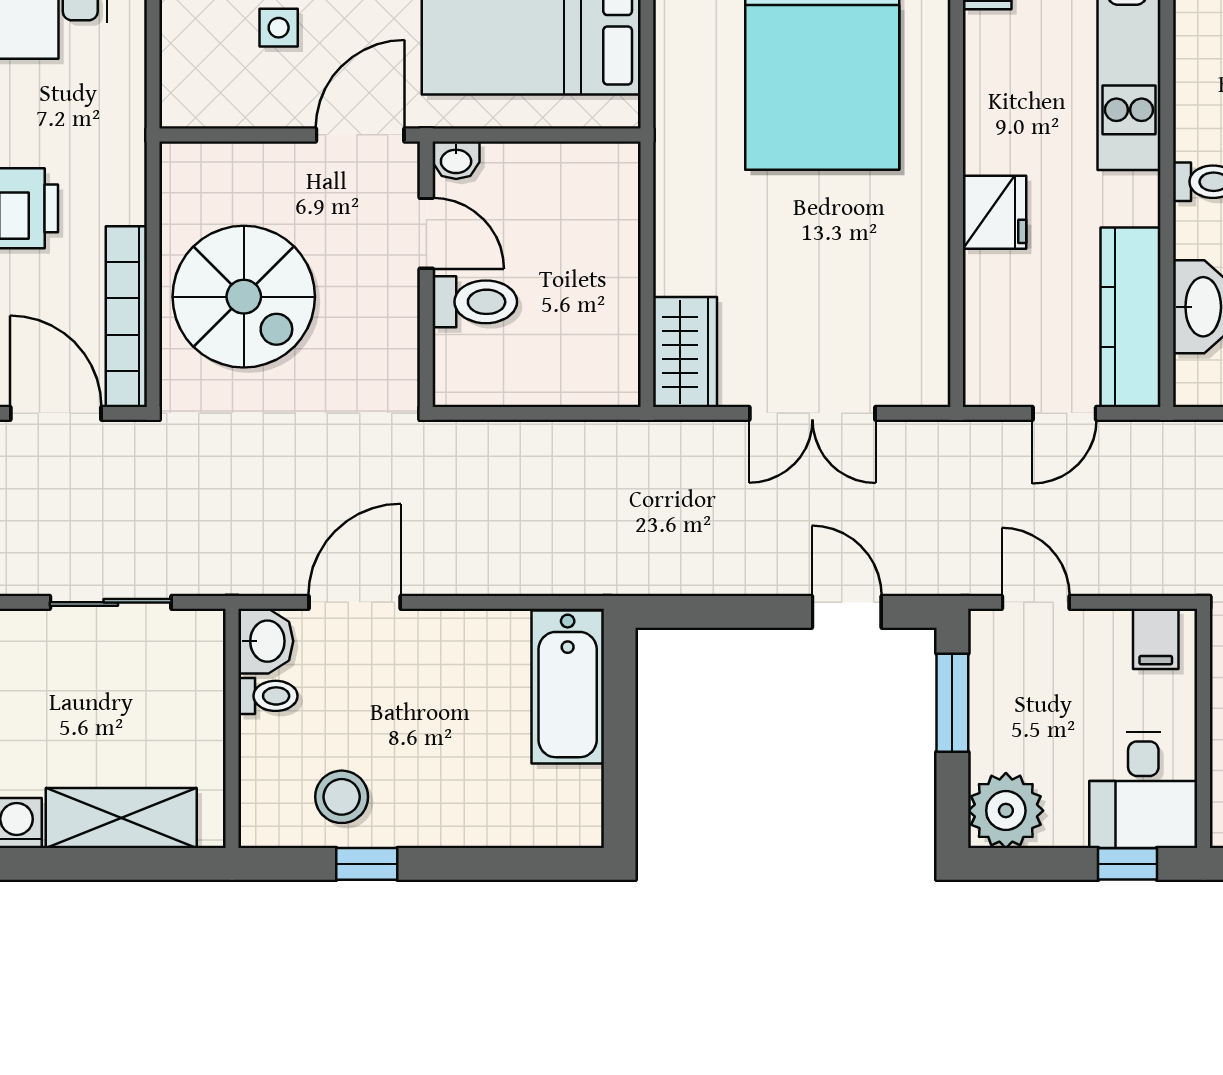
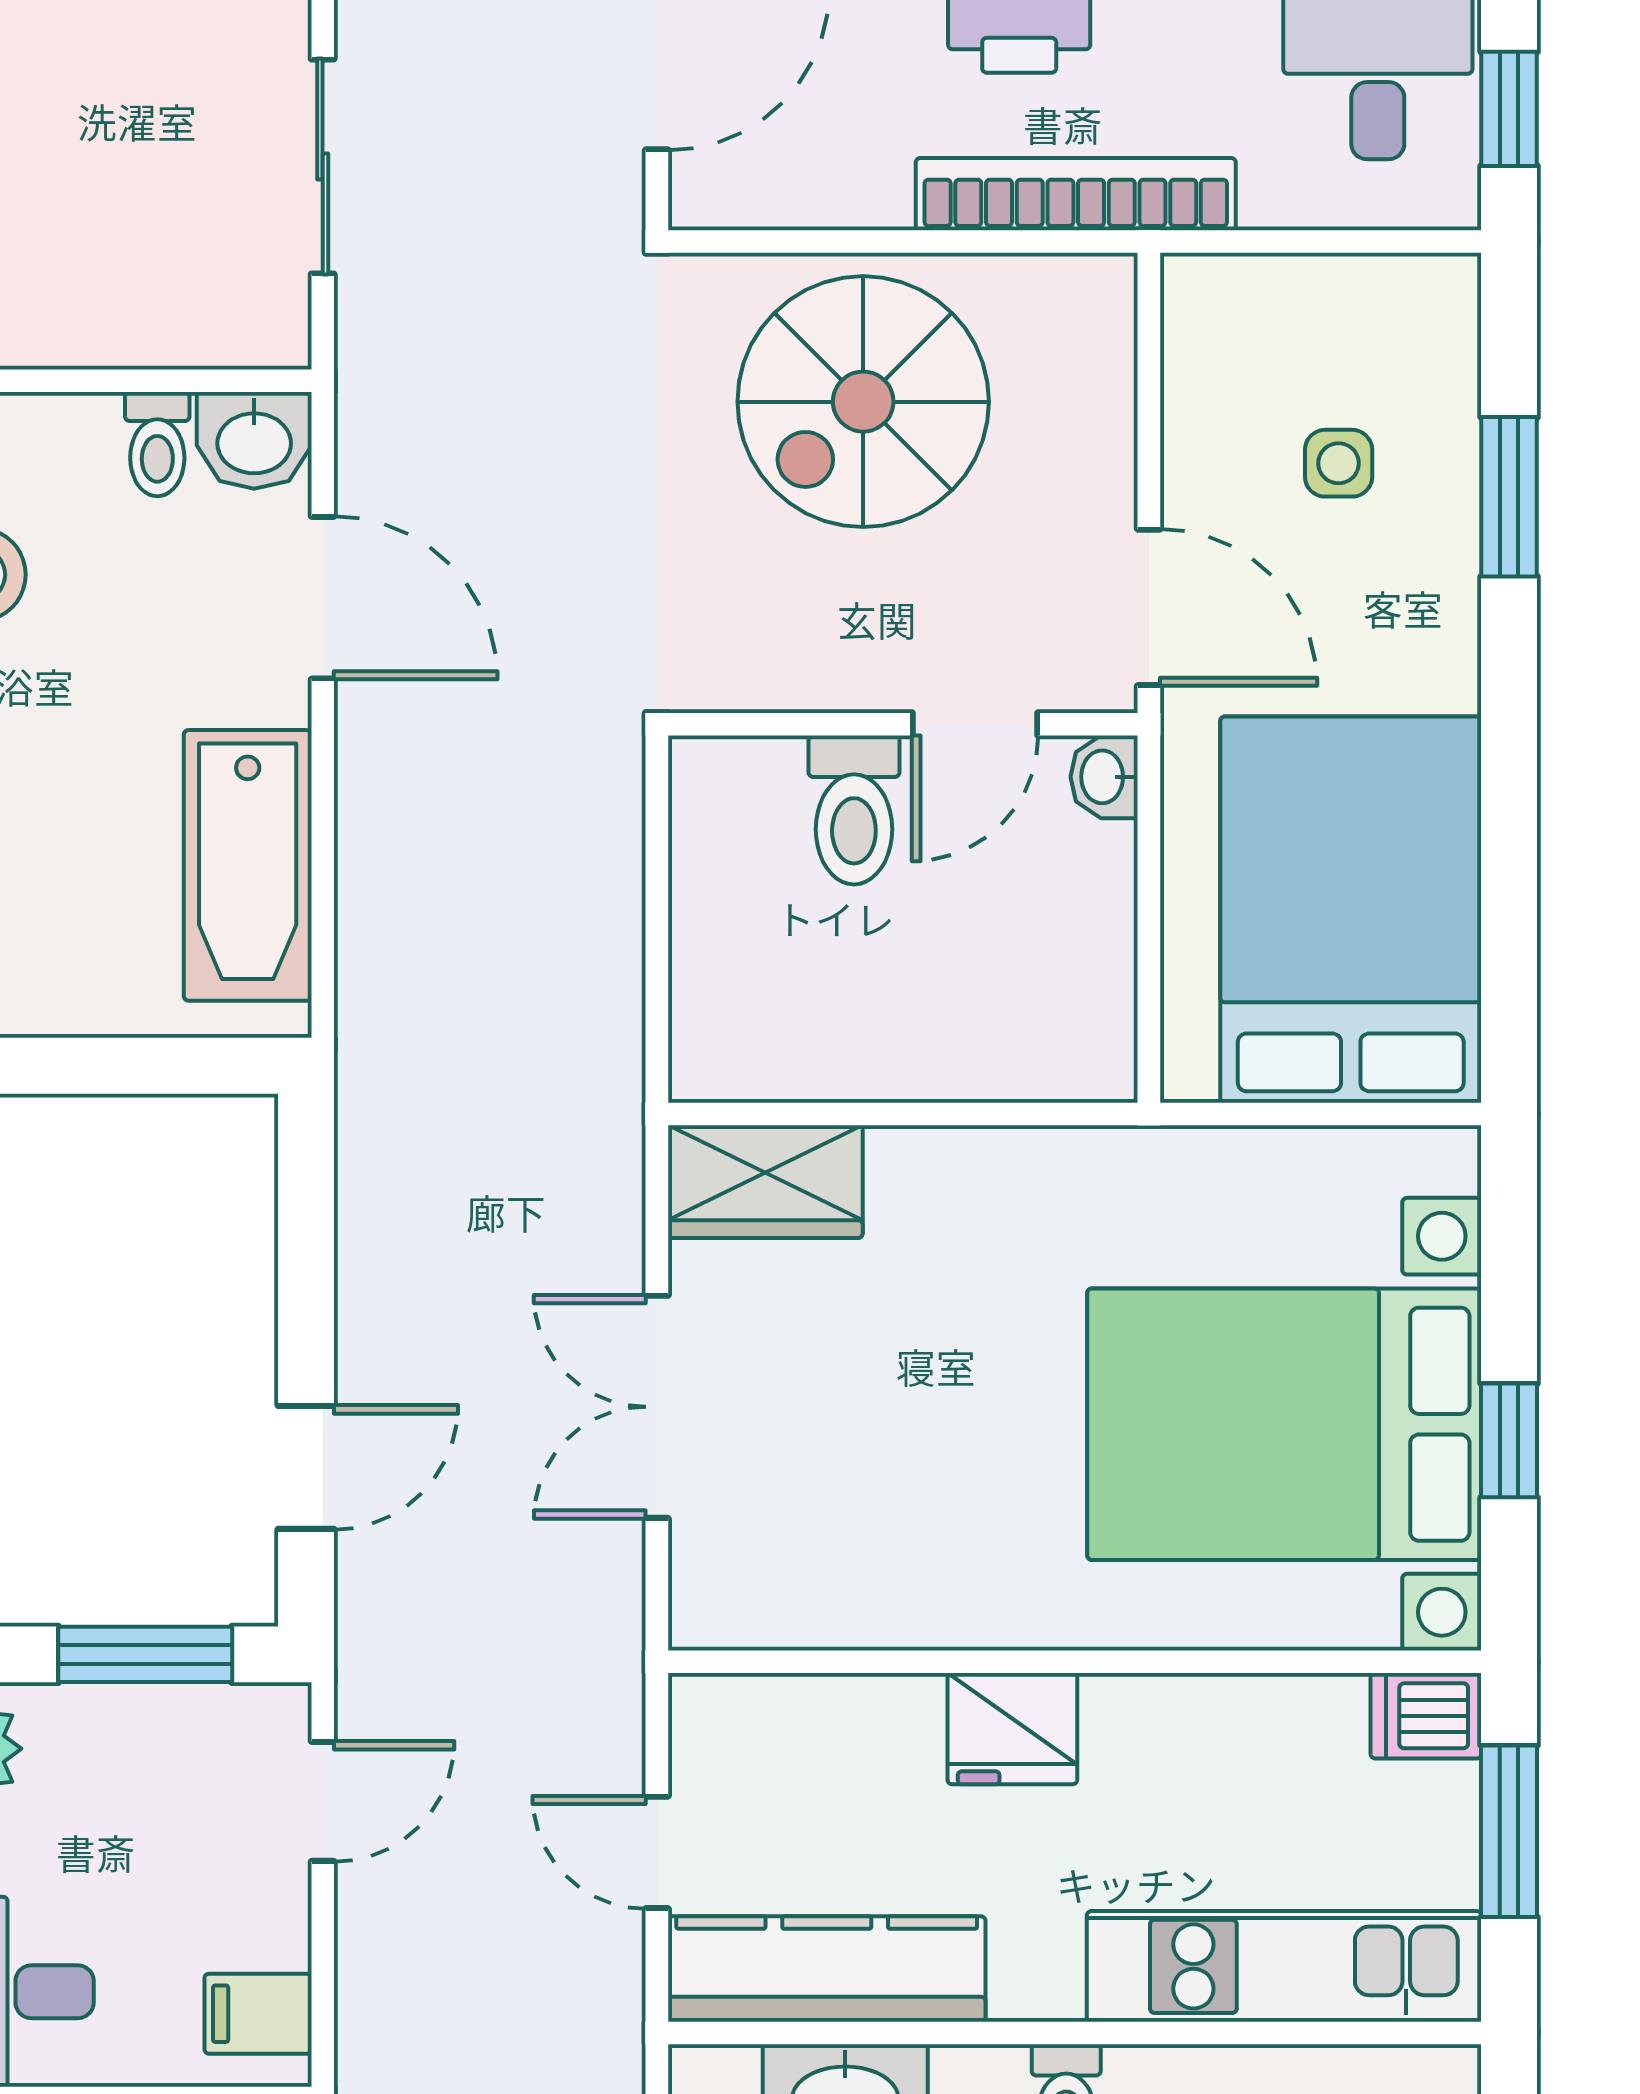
bookcase: (126, 317) -> (1076, 194), moved
bathtub: (568, 687) -> (248, 865), moved, turned -90

